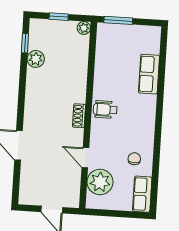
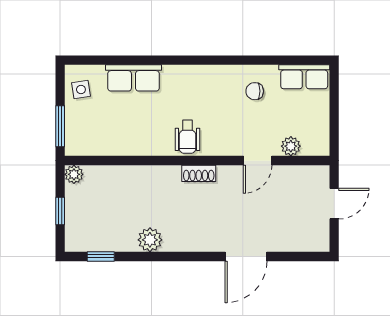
side table: (143, 37) -> (81, 90), added
plant: (36, 59) -> (150, 240), moved
plant: (100, 182) -> (291, 146), width x0.53, depth x0.53

